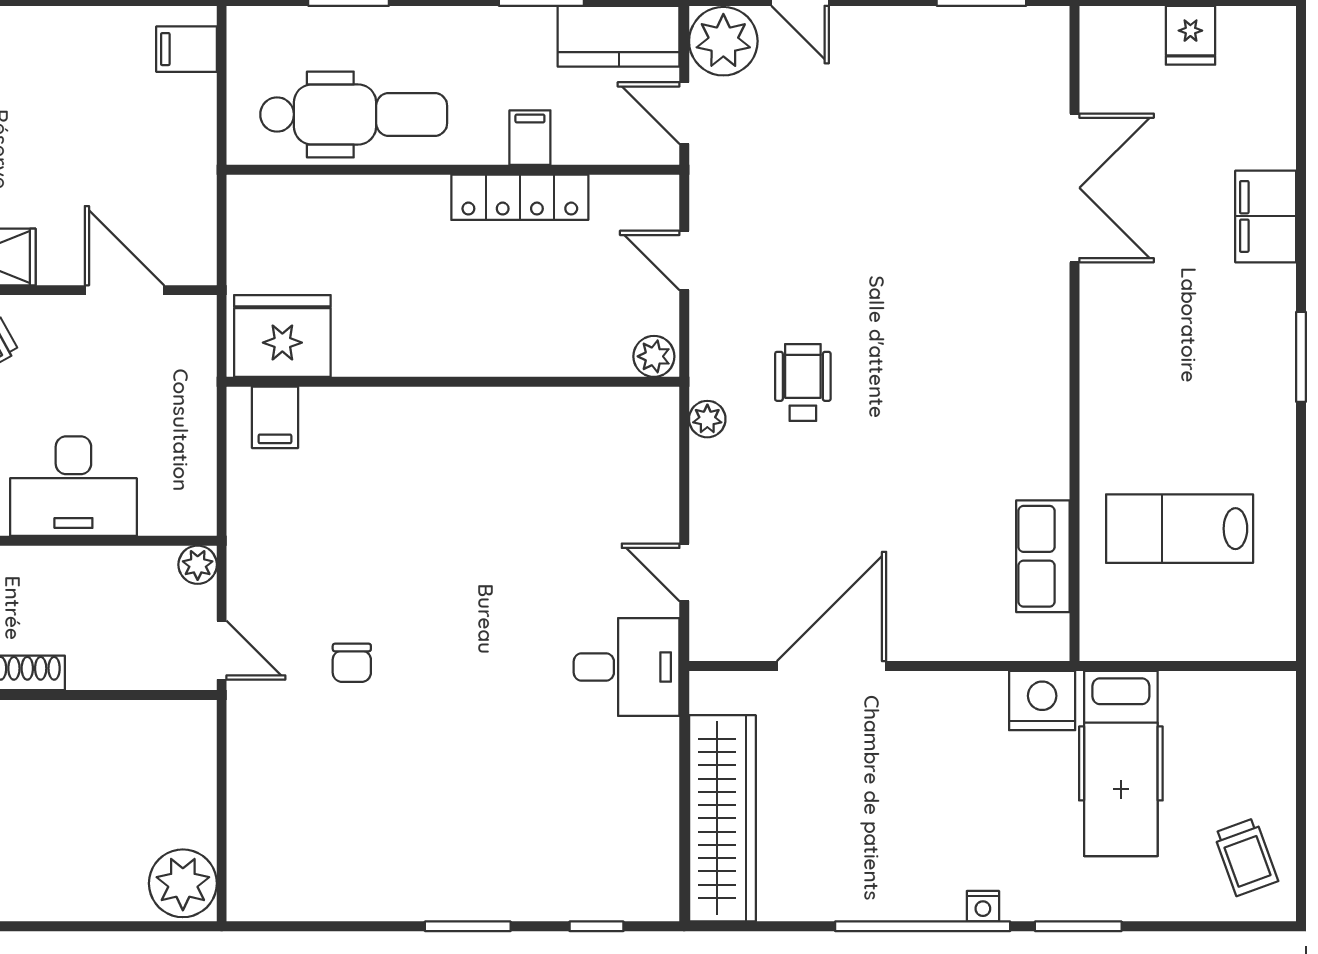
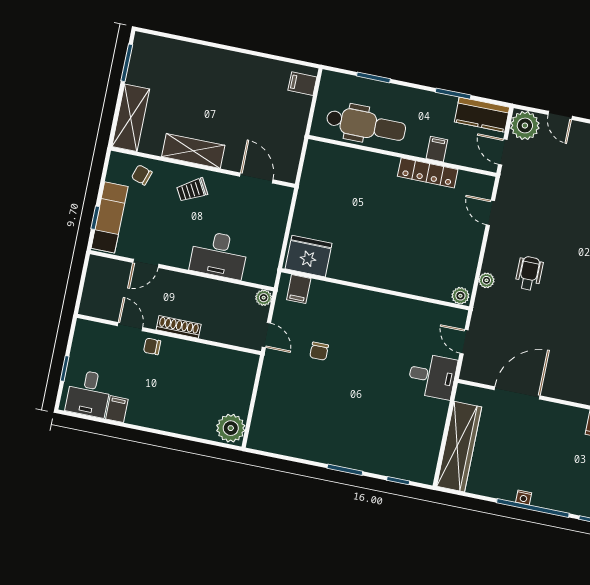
fridge: (282, 336) -> (309, 256), moved
plant: (654, 356) -> (460, 296), moved
wall: (453, 382) -> (375, 289), moved
filing cabinet: (275, 417) -> (299, 289), moved
nightstand: (983, 906) -> (524, 498), moved

